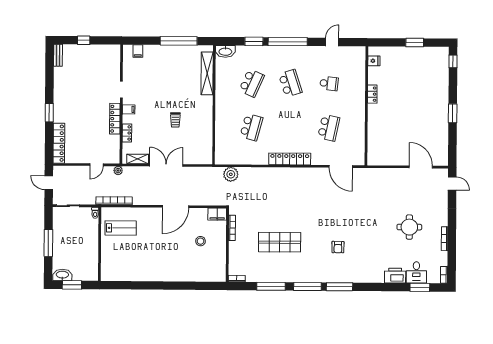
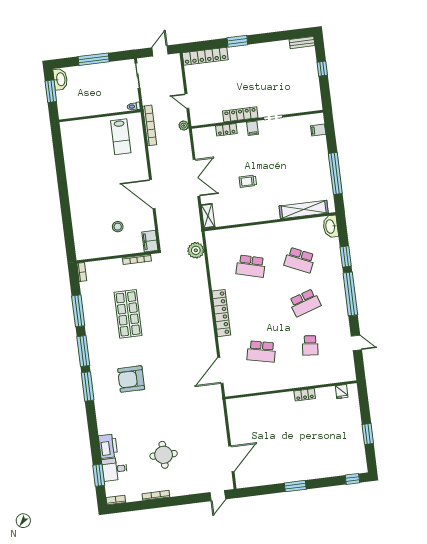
shelving: (138, 159) -> (208, 216), moved
armchair: (338, 247) -> (131, 379), width x1.88, depth x1.88

